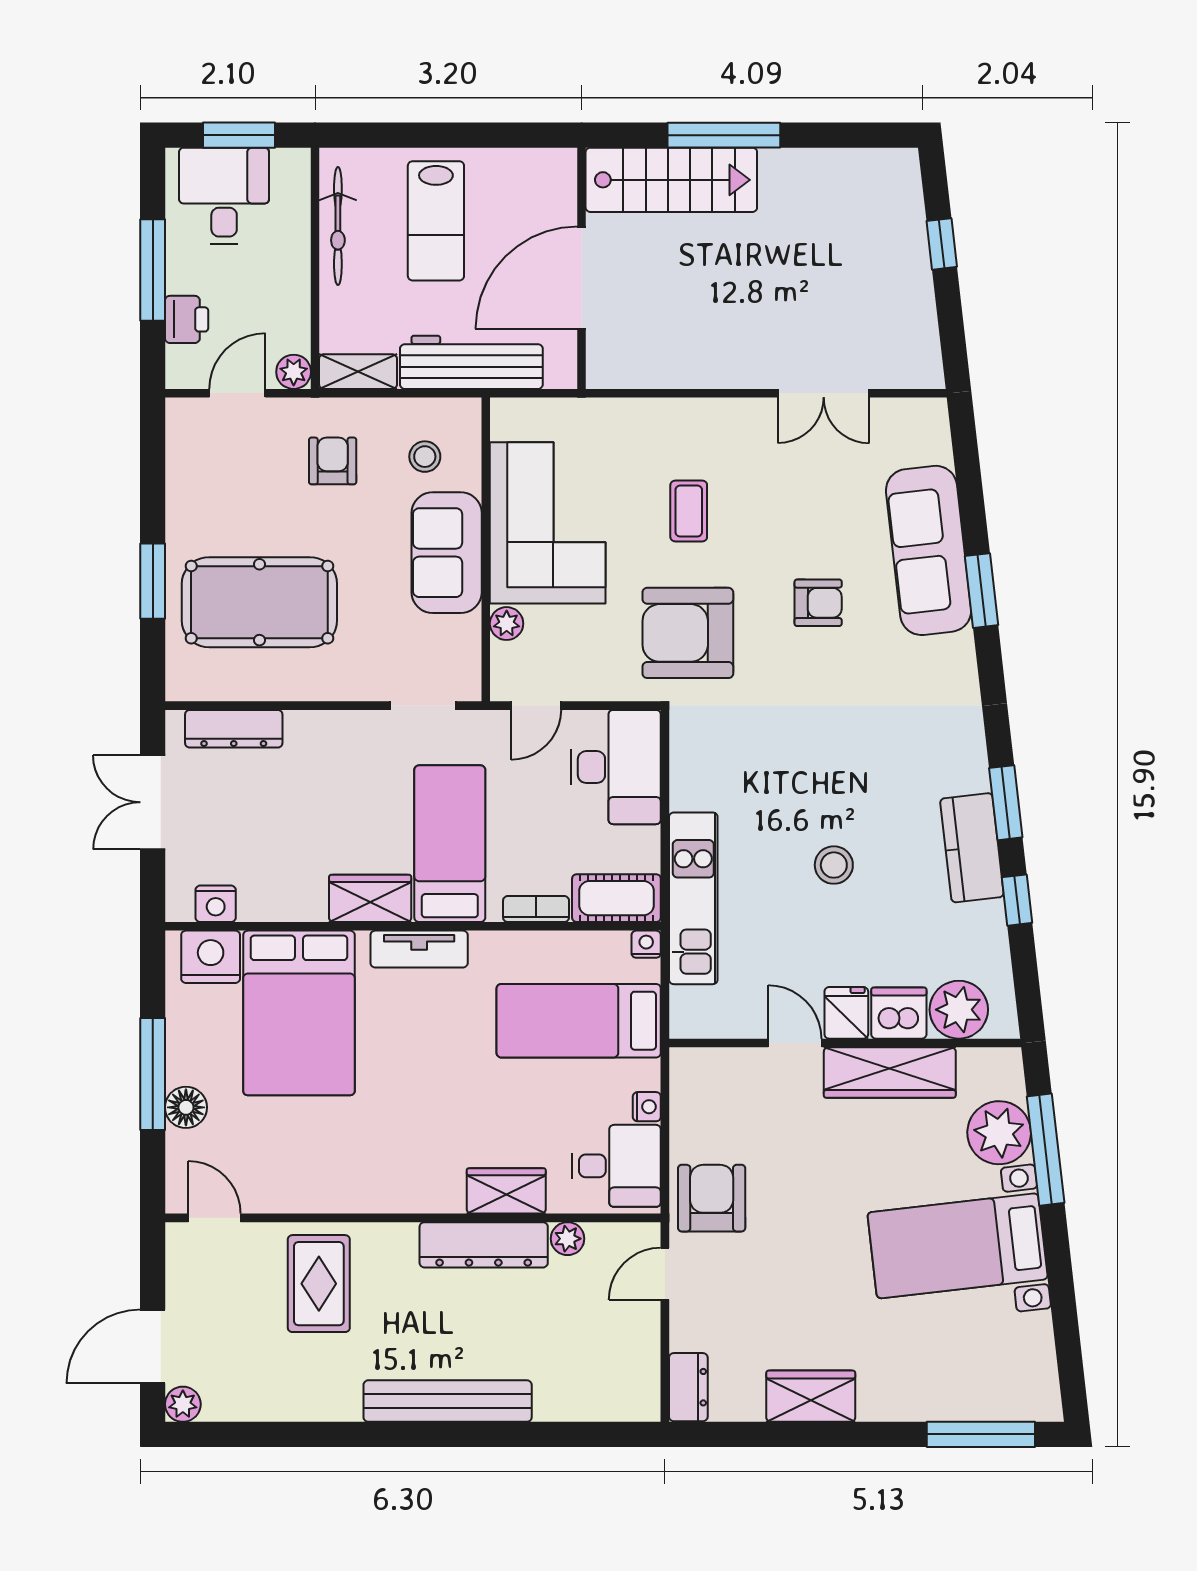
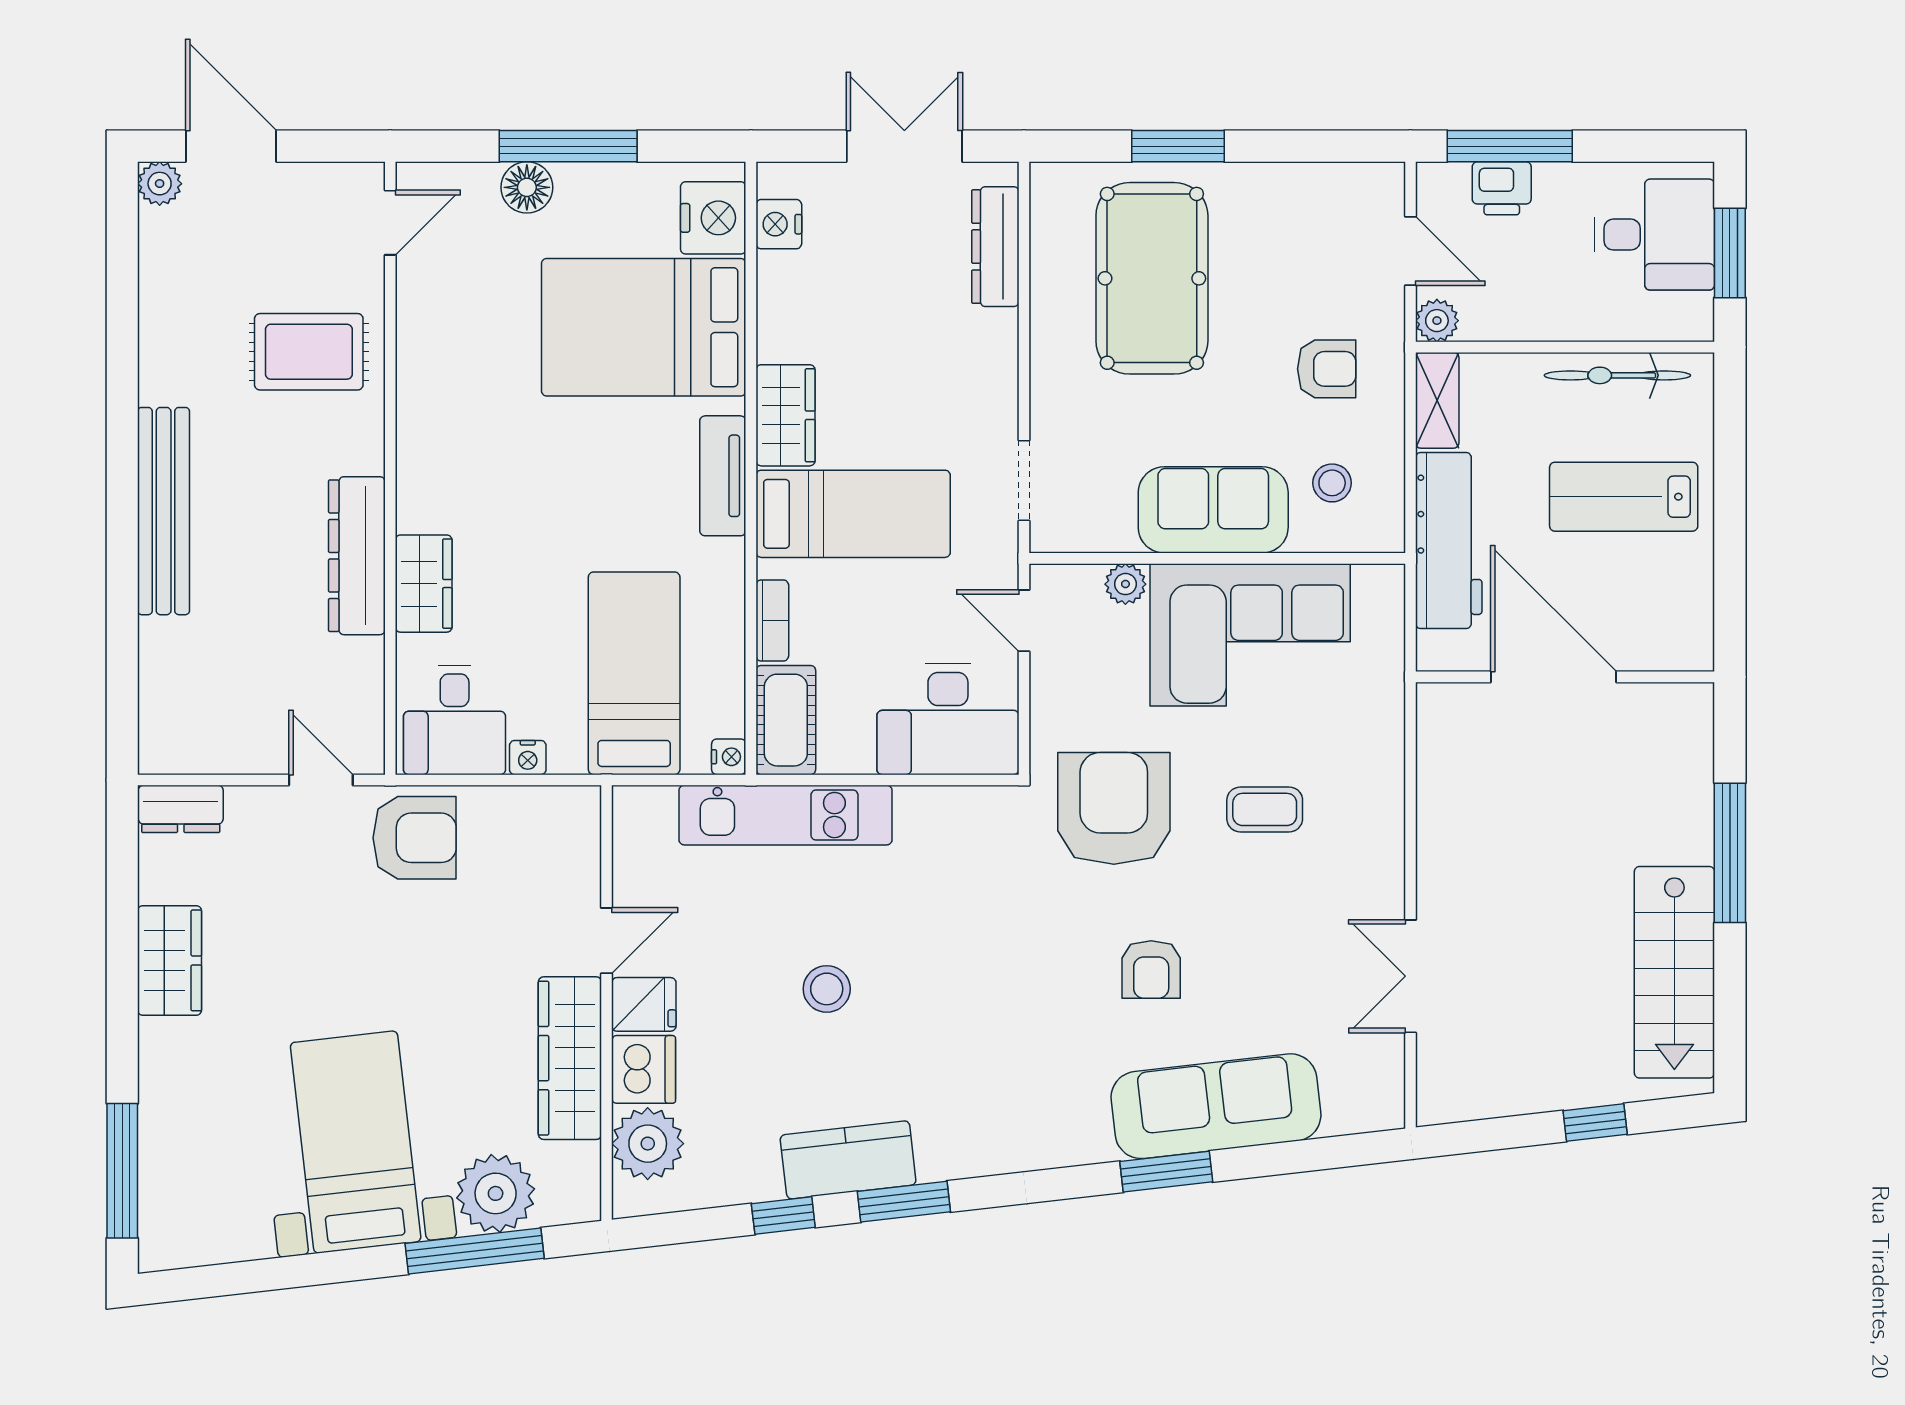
stairs: (671, 180) -> (1674, 972), moved
window: (153, 270) -> (1510, 146), moved
plant: (568, 1239) -> (364, 659), removed

